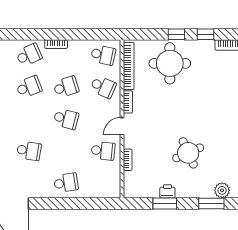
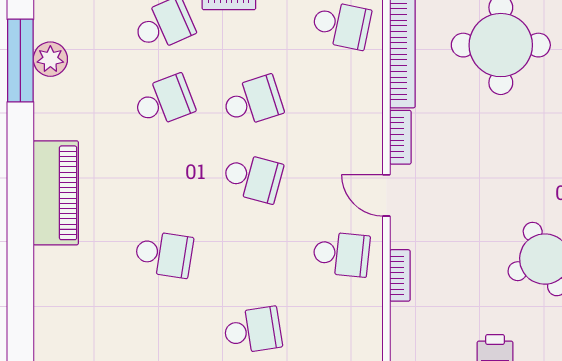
school desk: (103, 87) -> (341, 101), removed
door: (122, 126) -> (386, 195), hinge flipped

